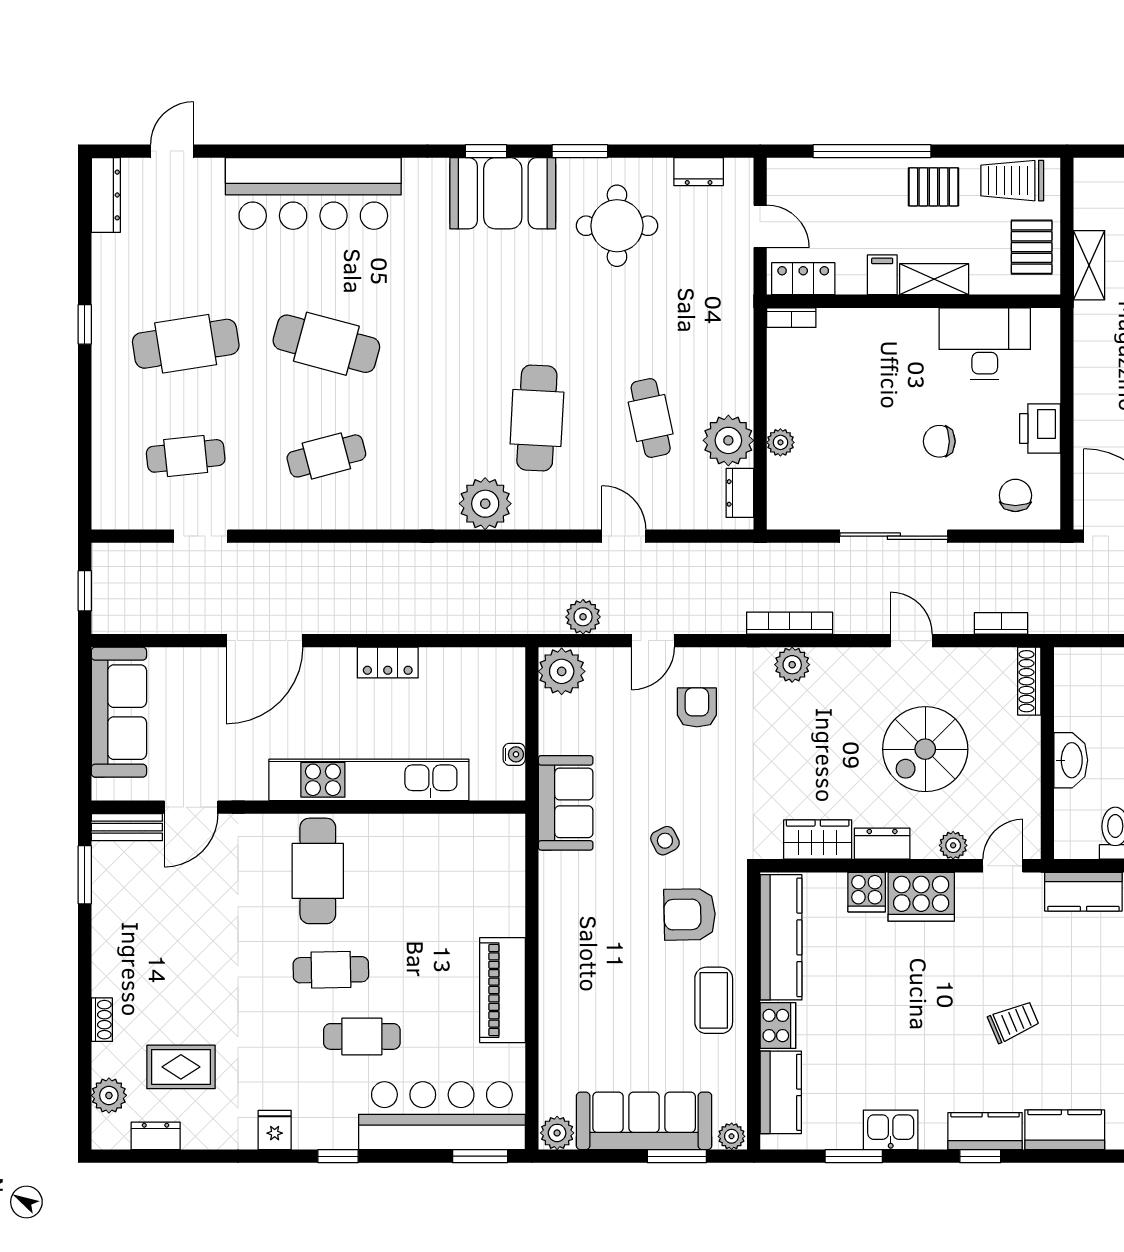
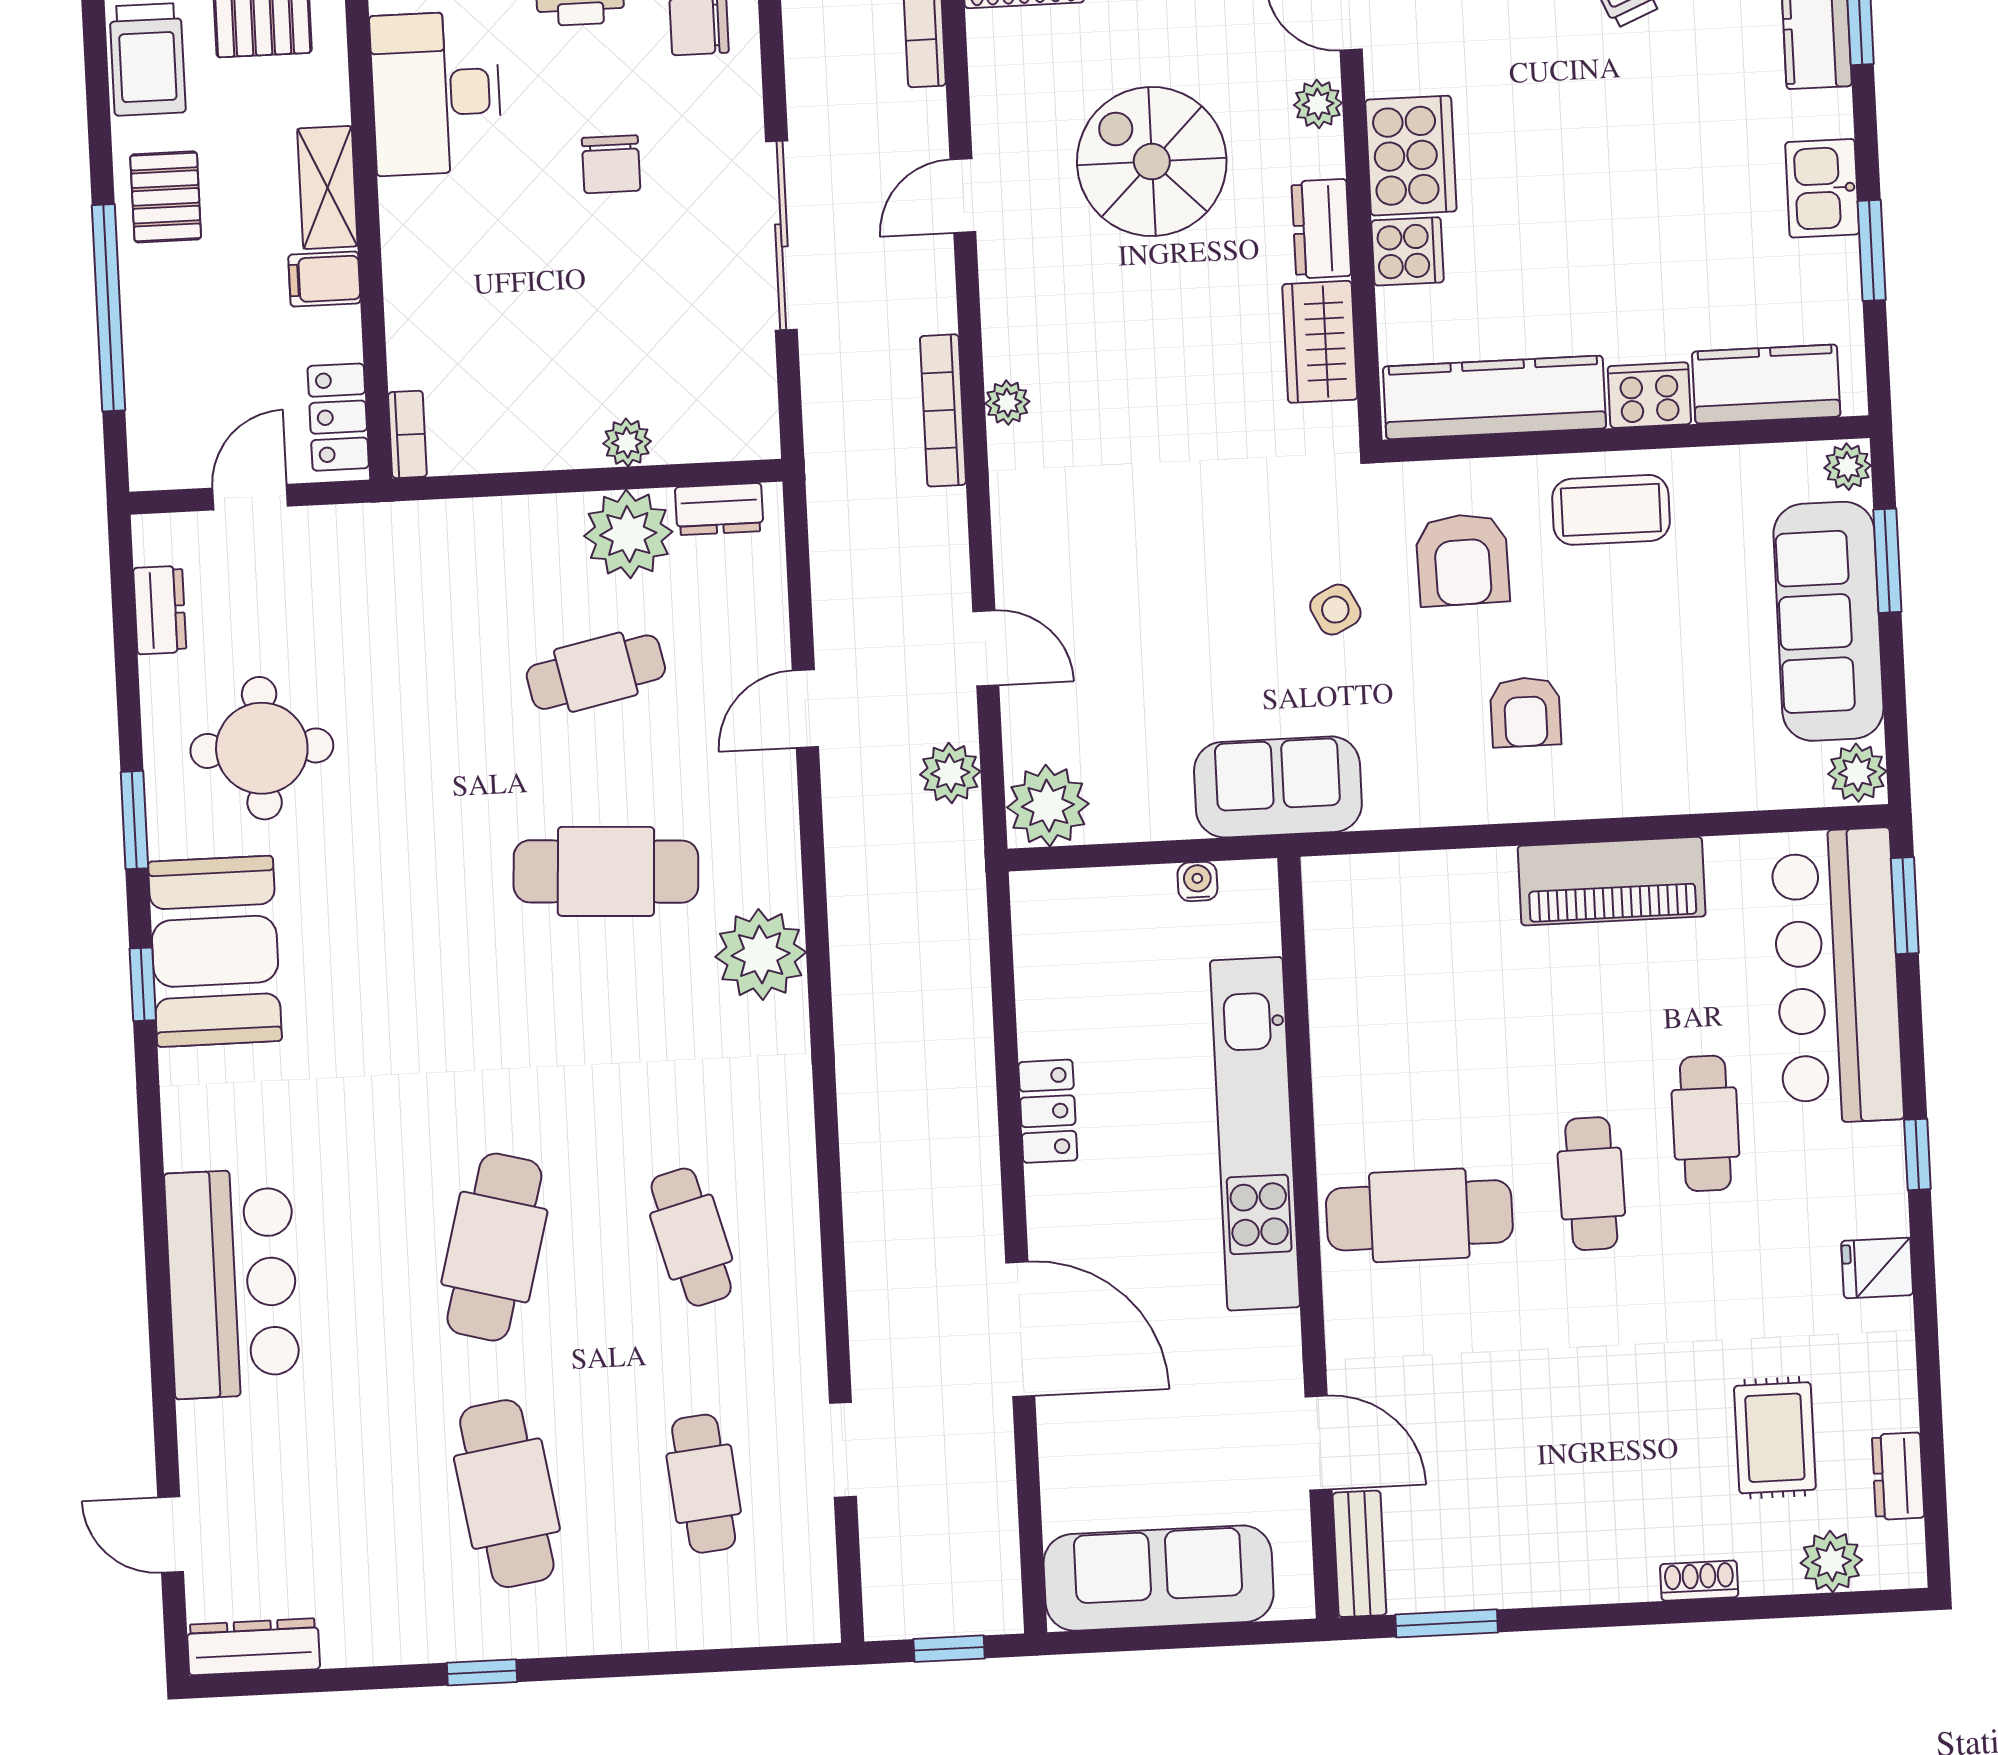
bar counter: (313, 193) -> (232, 1283), width x0.73
plant: (792, 665) -> (1007, 403), width x0.73, depth x0.73
armchair: (697, 707) -> (1525, 712), moved, turned -90
spiral stairs: (925, 749) -> (1152, 162), turned 180

